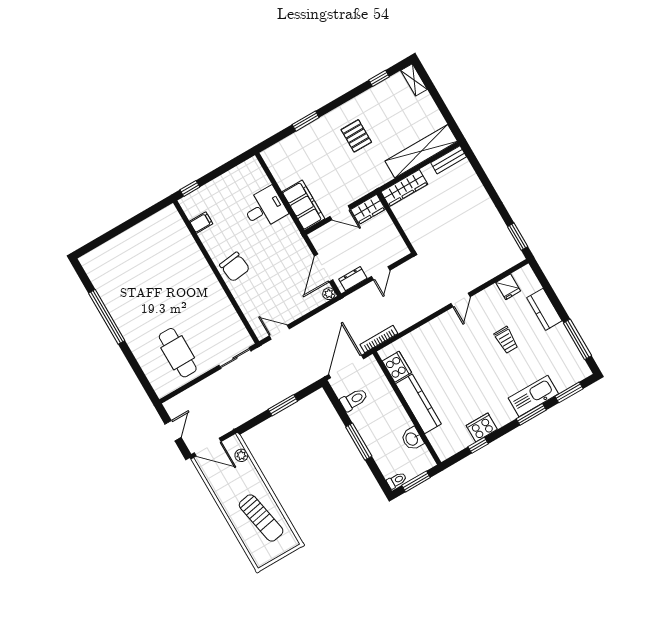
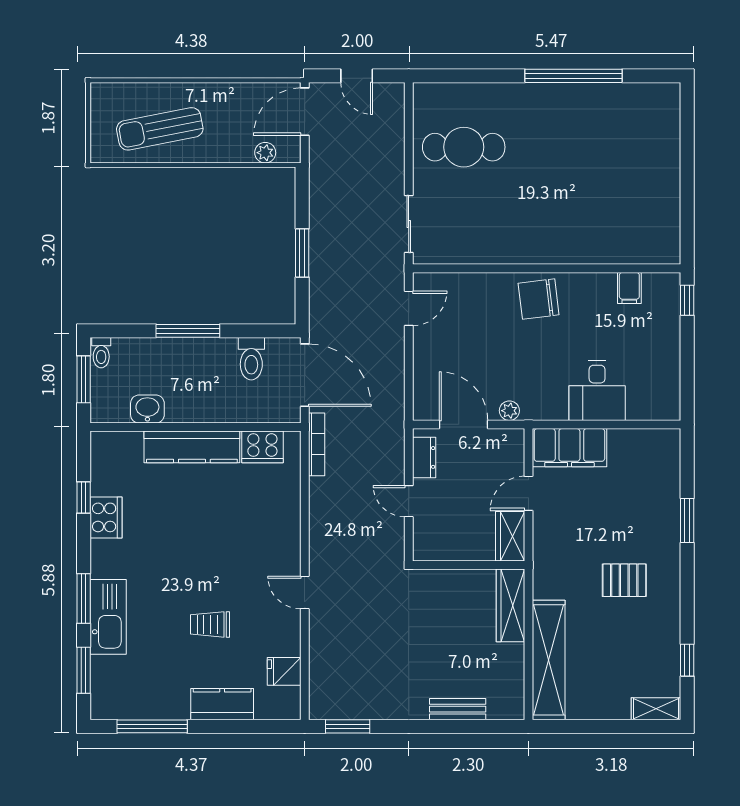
bench: (449, 160) -> (458, 709), moved, turned 90
plant: (329, 294) -> (509, 411), moved

